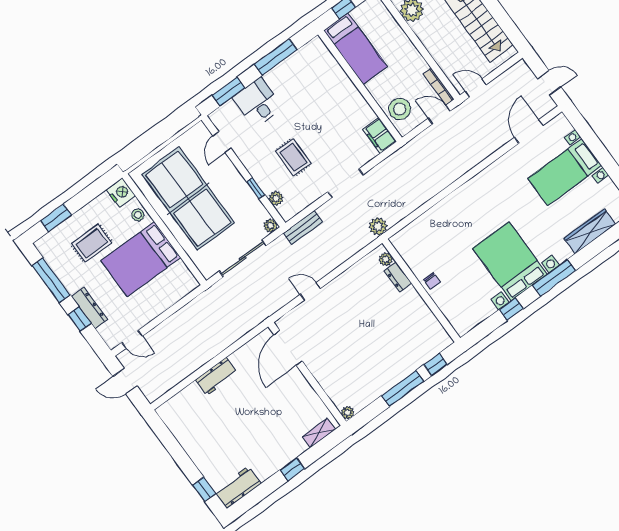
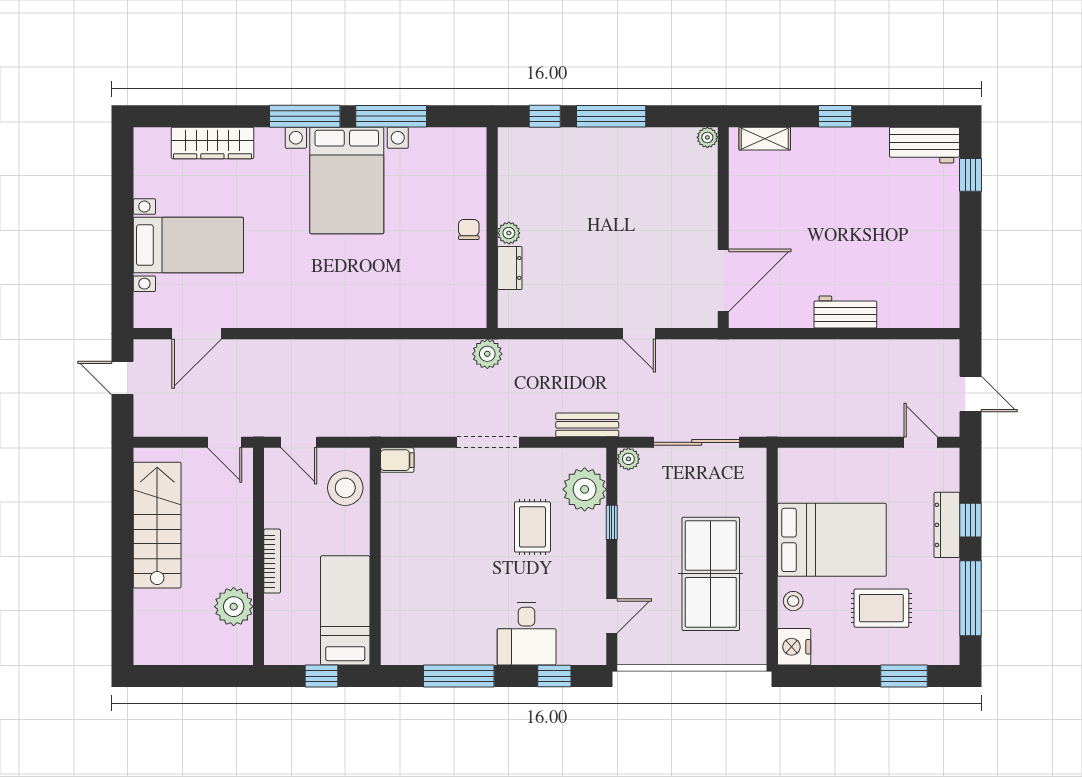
bookcase: (439, 87) -> (272, 561), moved
window: (228, 92) -> (554, 676), width x0.67
filing cabinet: (380, 135) -> (397, 460), width x0.50
plant: (276, 198) -> (585, 489), width x1.88, depth x1.88
table tennis table: (188, 199) -> (711, 574), width x0.73, depth x0.76
plant: (386, 259) -> (509, 233), moved
window: (511, 309) -> (391, 116), width x2.17

